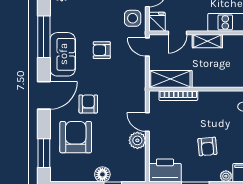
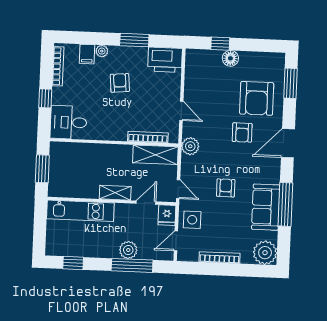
armchair: (102, 50) -> (226, 188), turned -90
sofa: (63, 54) -> (266, 207), moved
plant: (137, 140) -> (190, 146), moved

